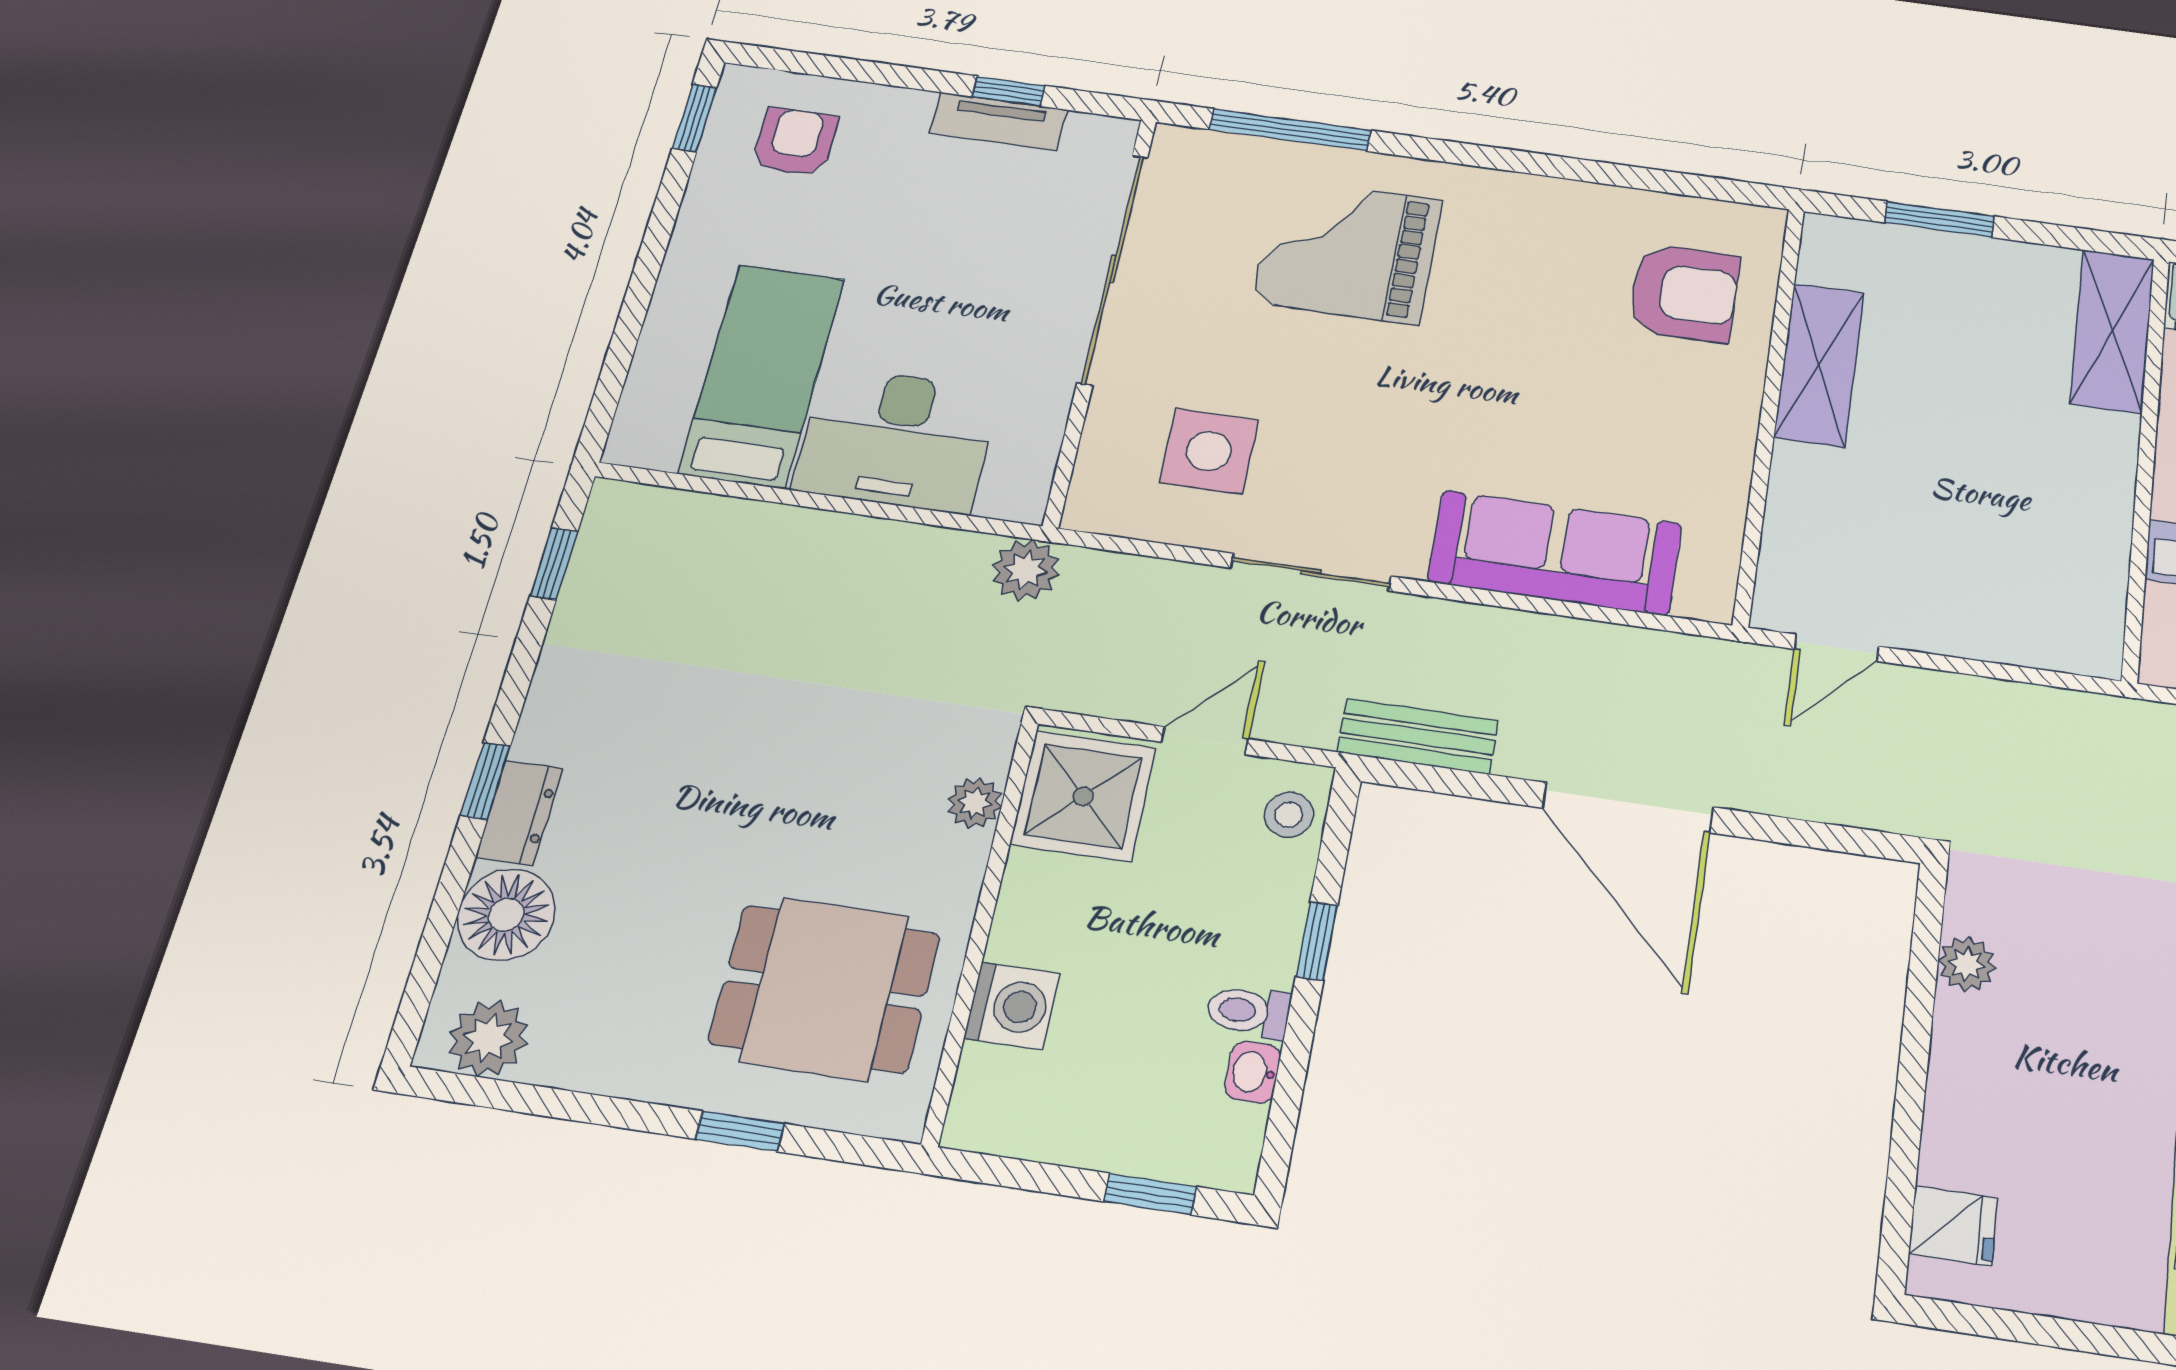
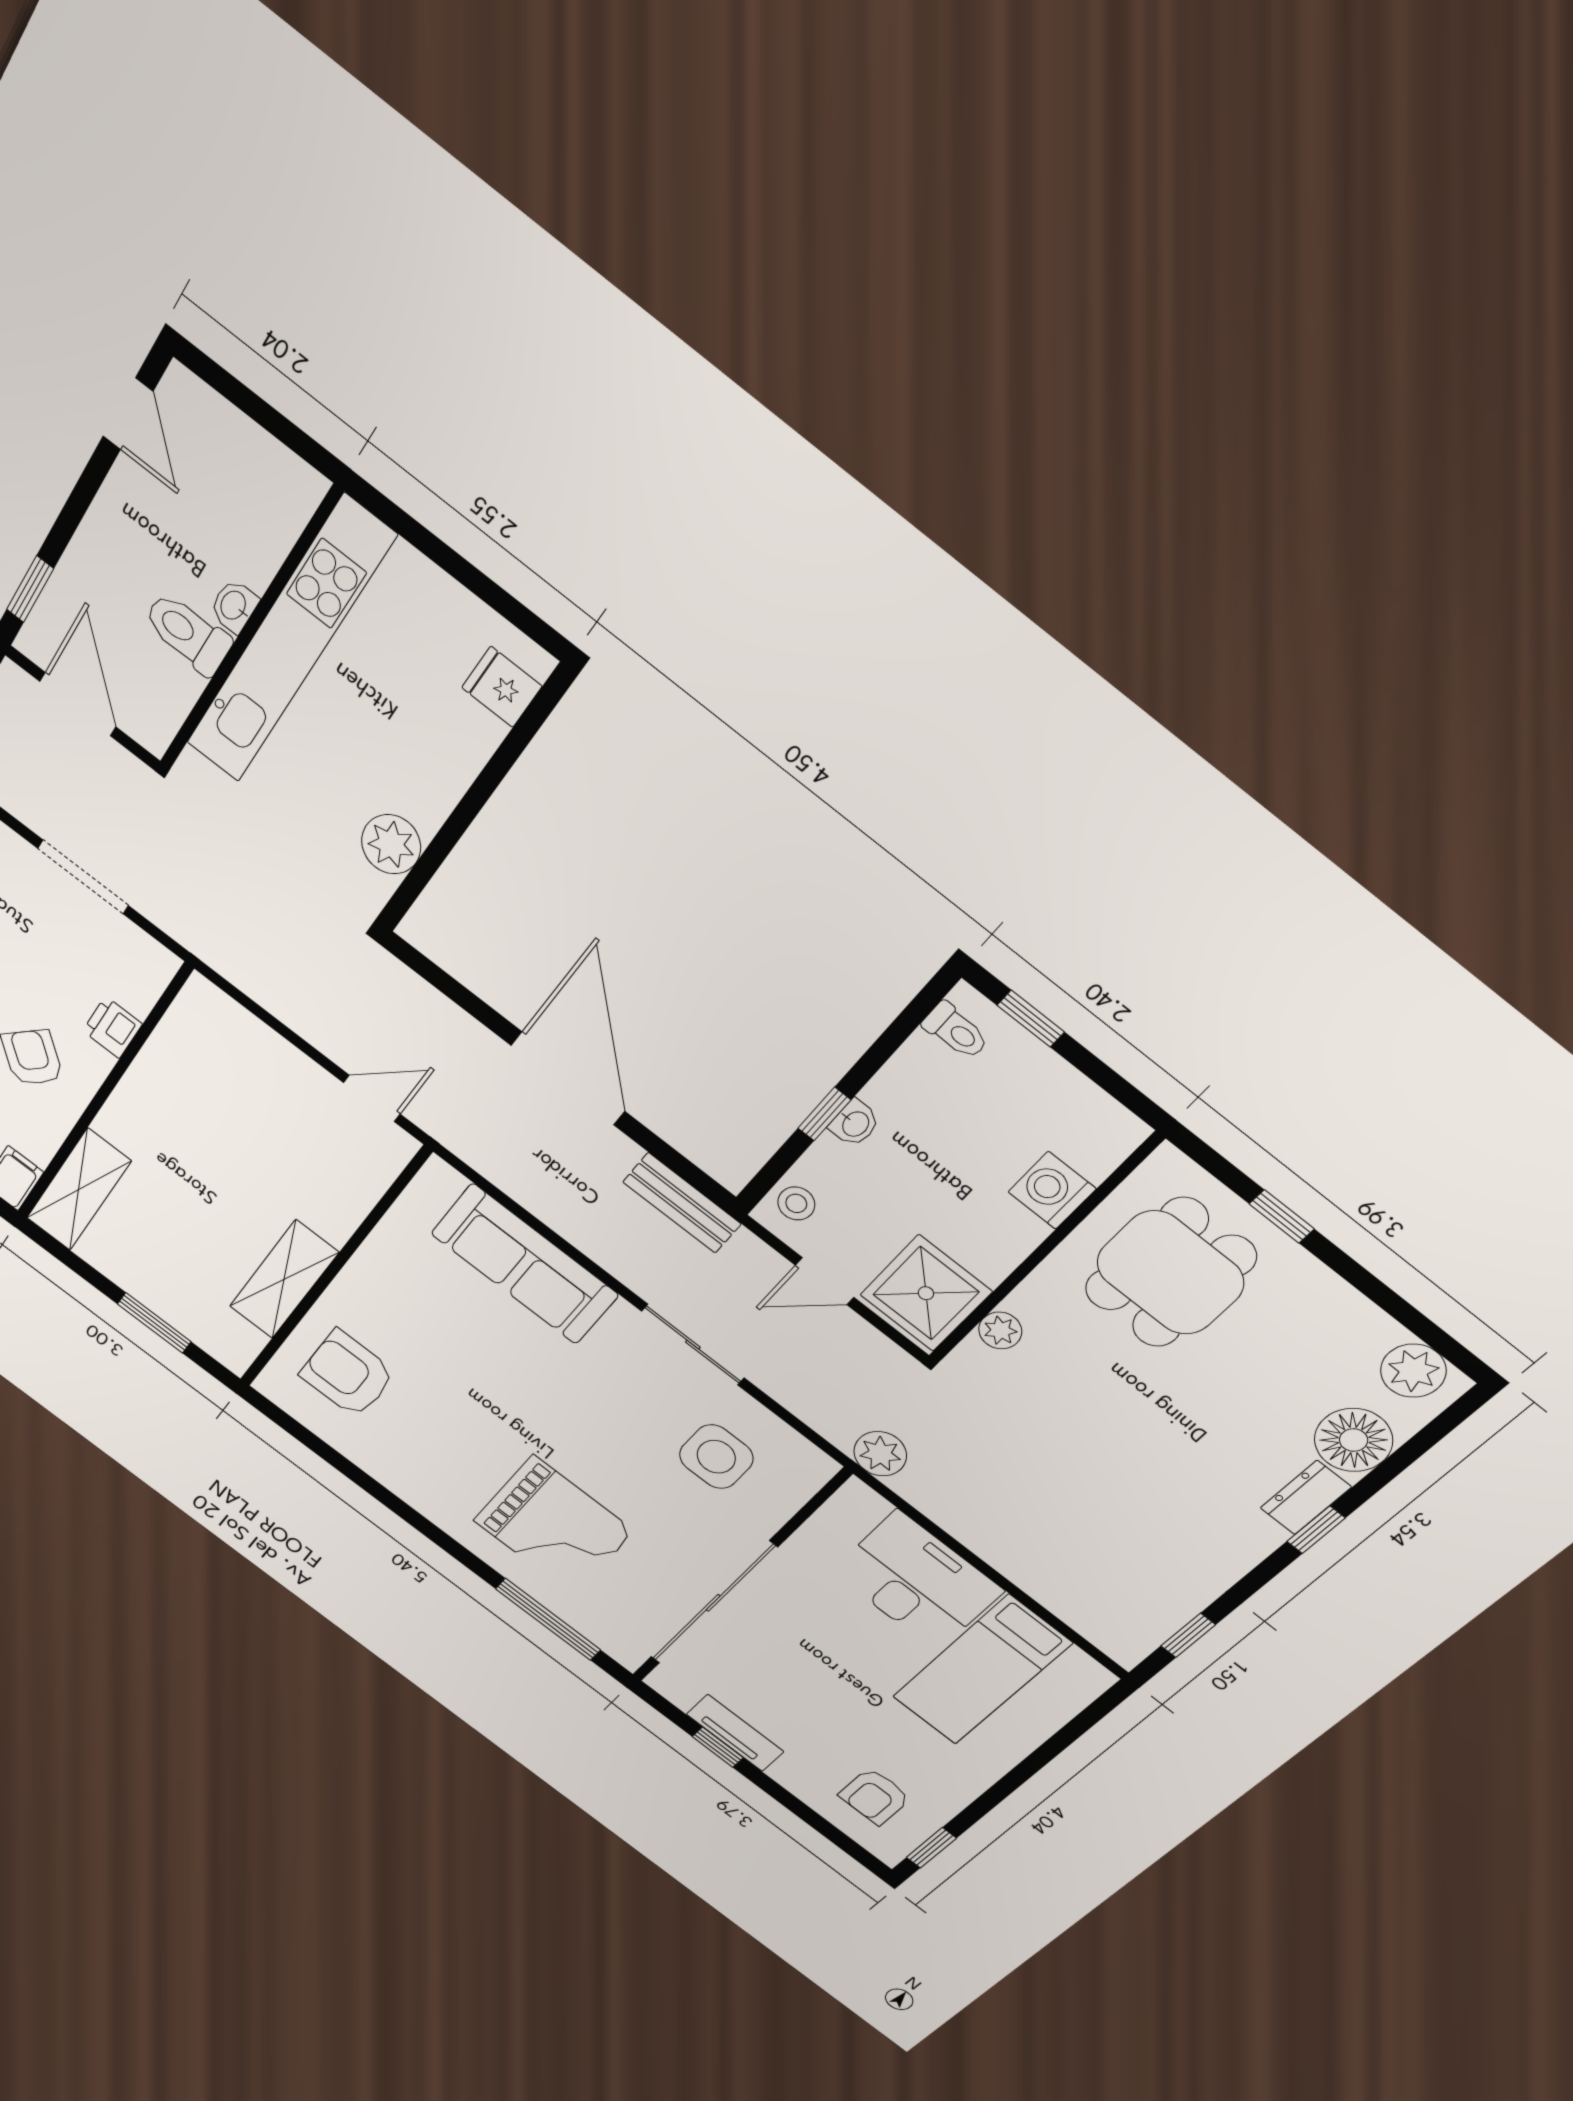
plant: (1967, 964) -> (391, 844), width x1.38, depth x1.38
dining table: (825, 989) -> (1170, 1273), turned 90
toilet: (1249, 1011) -> (956, 1031), moved
washbasin: (1253, 1072) -> (855, 1123), moved

